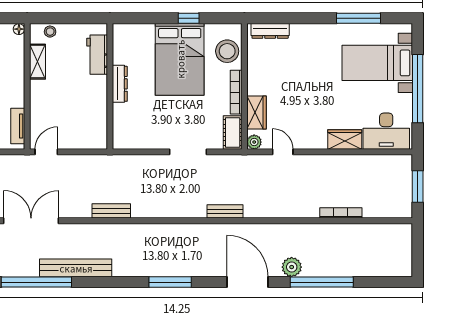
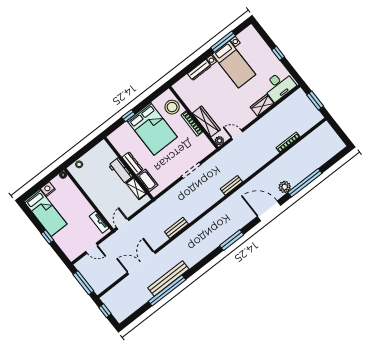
window: (189, 18) -> (128, 116), moved
dresser: (270, 31) -> (199, 70), moved
workbench: (97, 55) -> (121, 171), moved
shelving: (38, 62) -> (136, 188), moved
bed with nightstands: (377, 63) -> (234, 64), moved, turned -90
window: (418, 89) -> (278, 53), width x0.32
wardrobe: (257, 112) -> (206, 122), width x1.50
cot: (233, 132) -> (147, 180), moved
bench: (76, 268) -> (168, 278), moved

